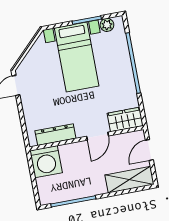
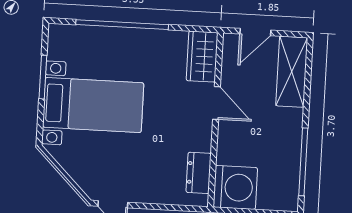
plant: (107, 25) -> (57, 49), removed
dresser: (55, 135) -> (199, 173), width x0.70
door: (149, 150) -> (255, 32), hinge flipped

